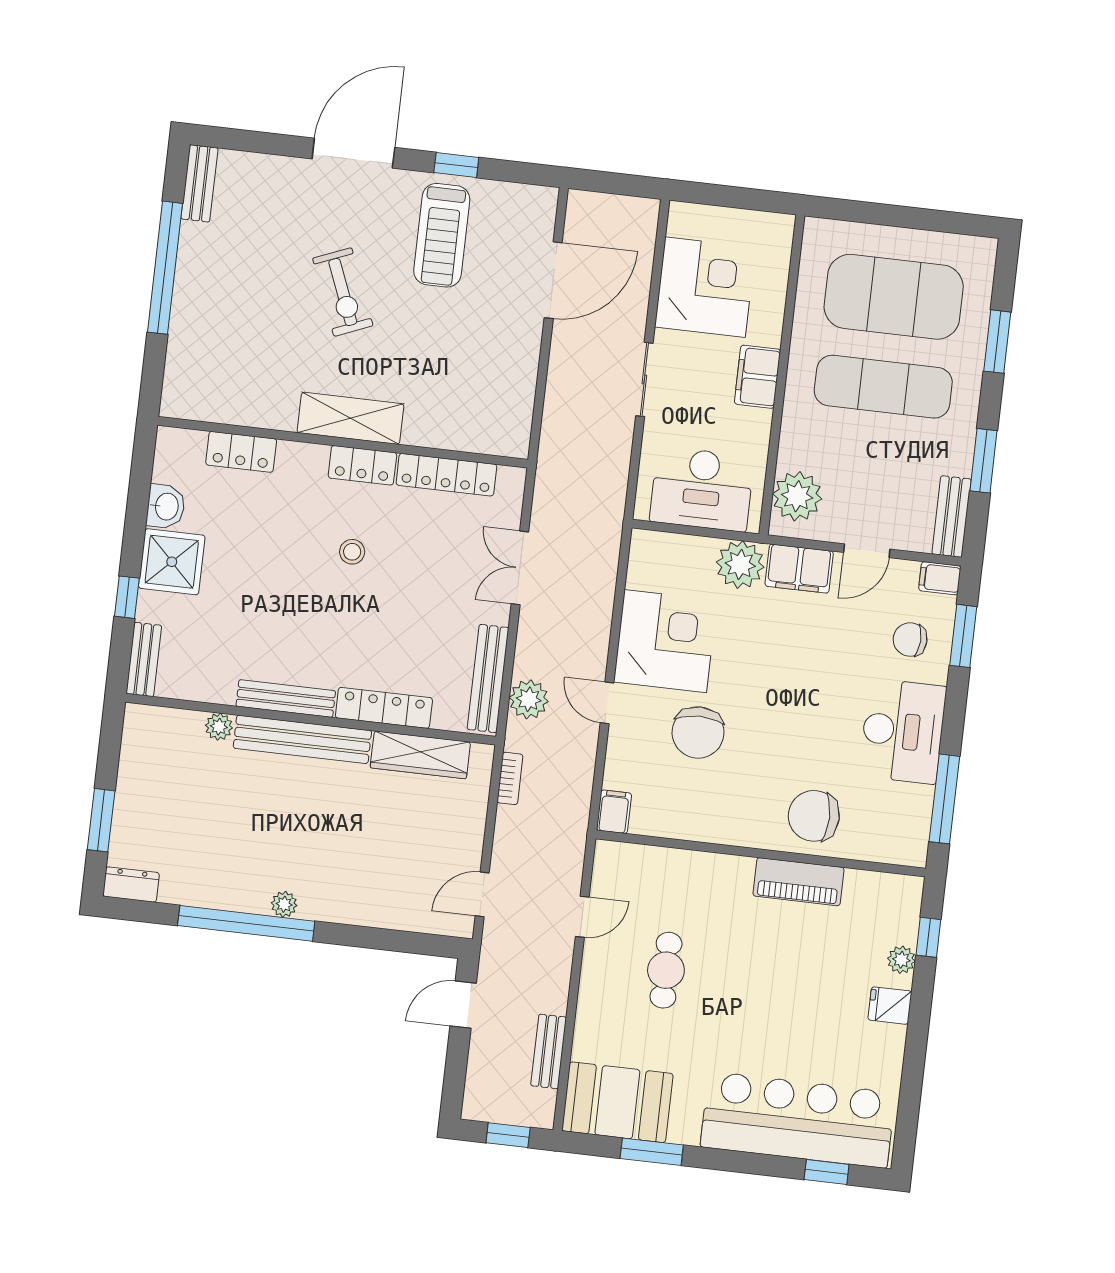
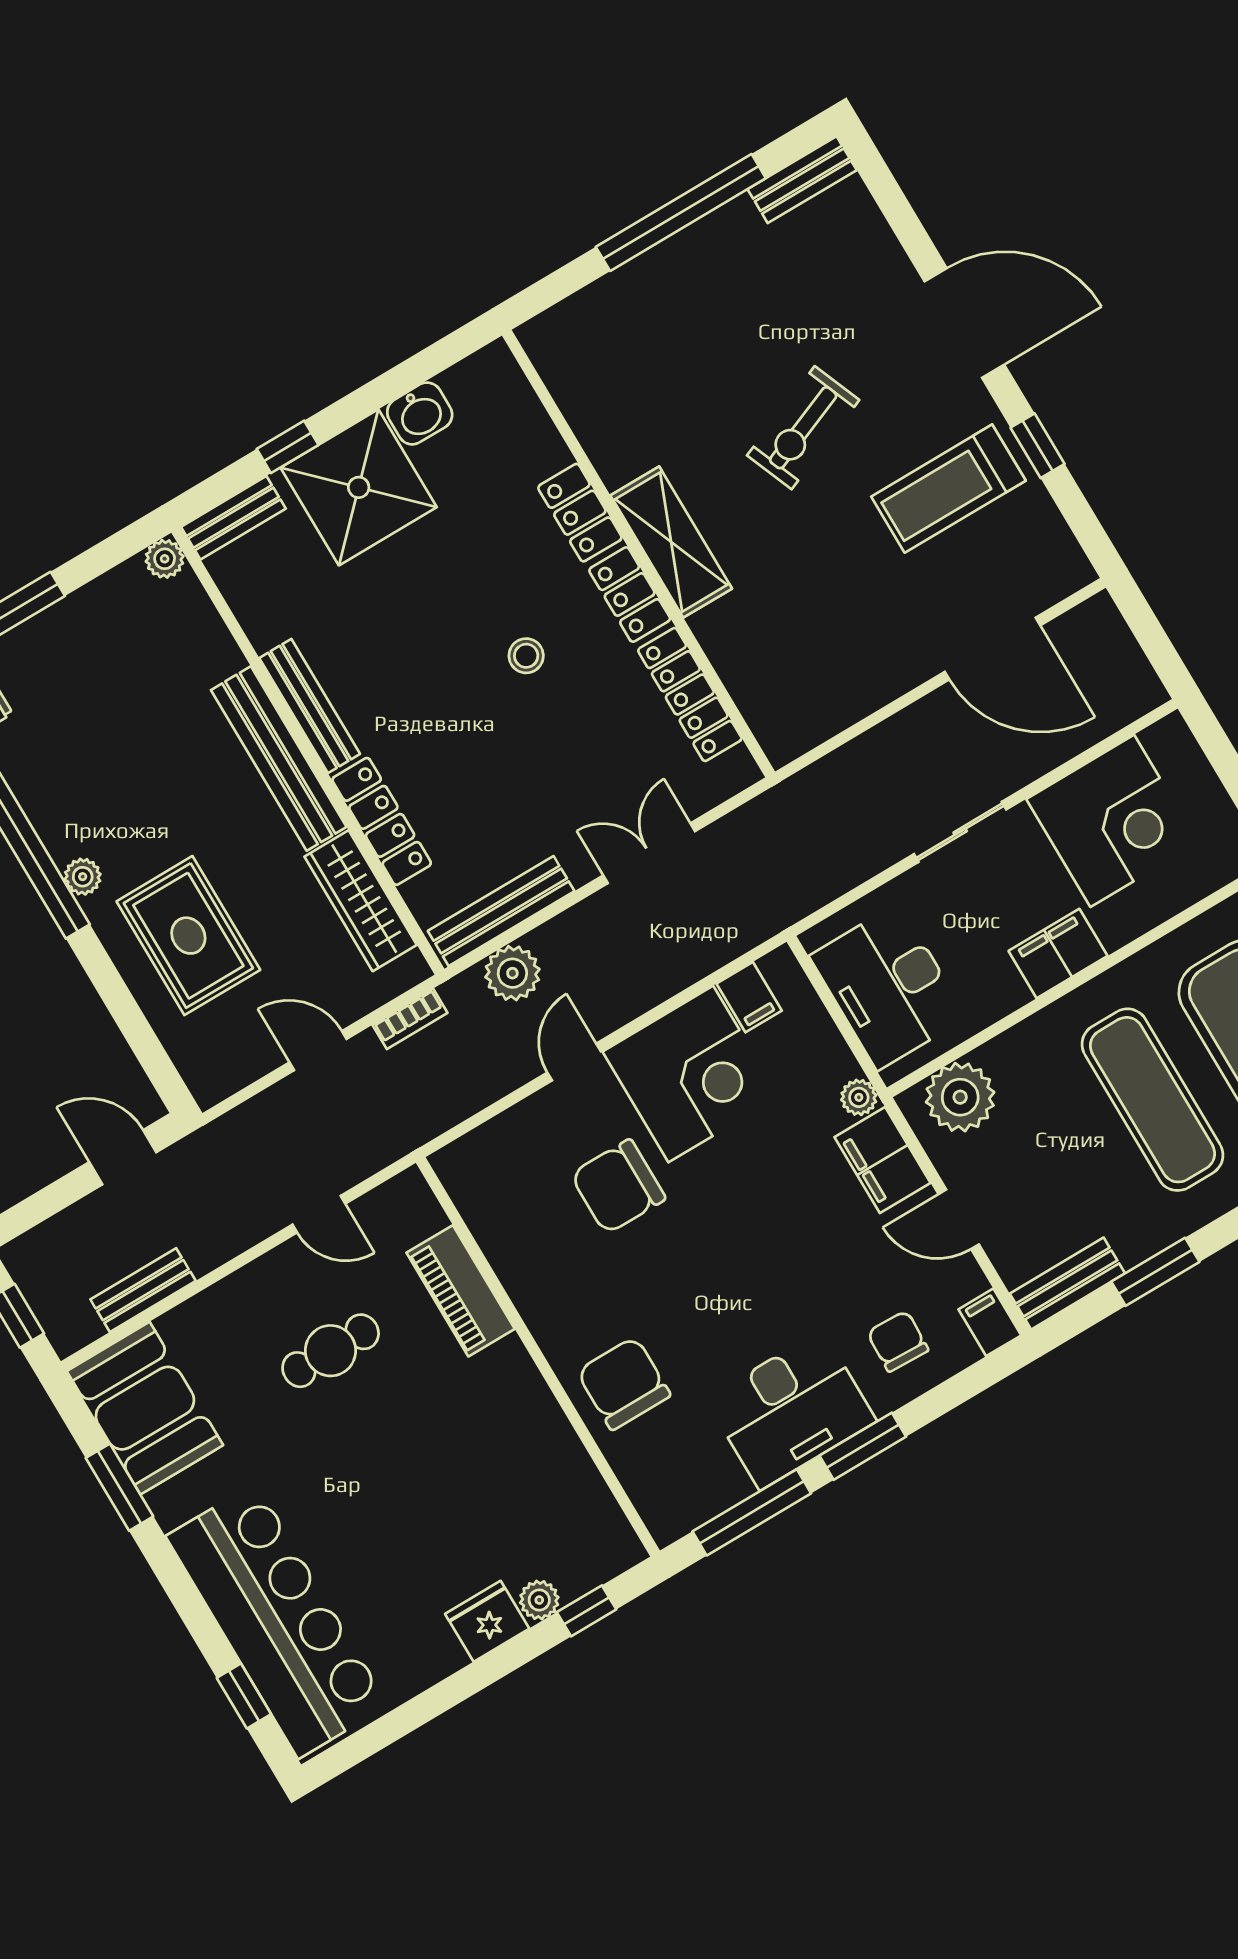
locker: (241, 452) -> (580, 513), moved
shower: (172, 562) -> (359, 487), width x1.37, depth x1.37
plant: (740, 565) -> (859, 1097), width x0.53, depth x0.53
window: (963, 636) -> (863, 1446), moved
plant: (219, 727) -> (165, 559), moved
filing cabinet: (614, 812) -> (749, 997), moved, turned 90
rug: (365, 869) -> (188, 936), added
piano: (798, 882) -> (461, 1291), moved
door: (482, 894) -> (318, 1051), moved
fridge: (890, 1006) -> (487, 1621), width x1.38

